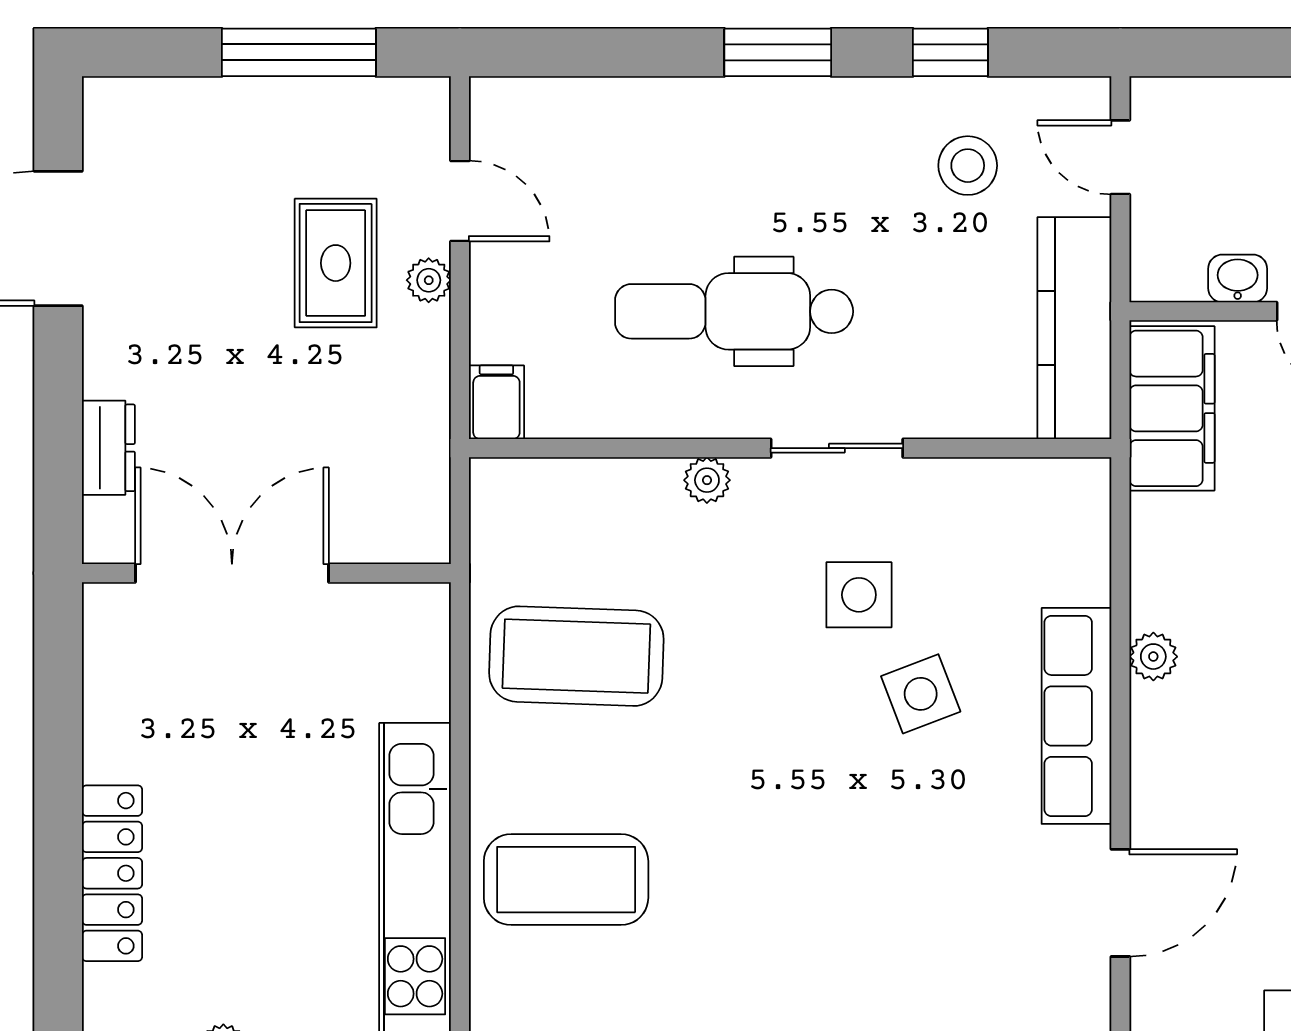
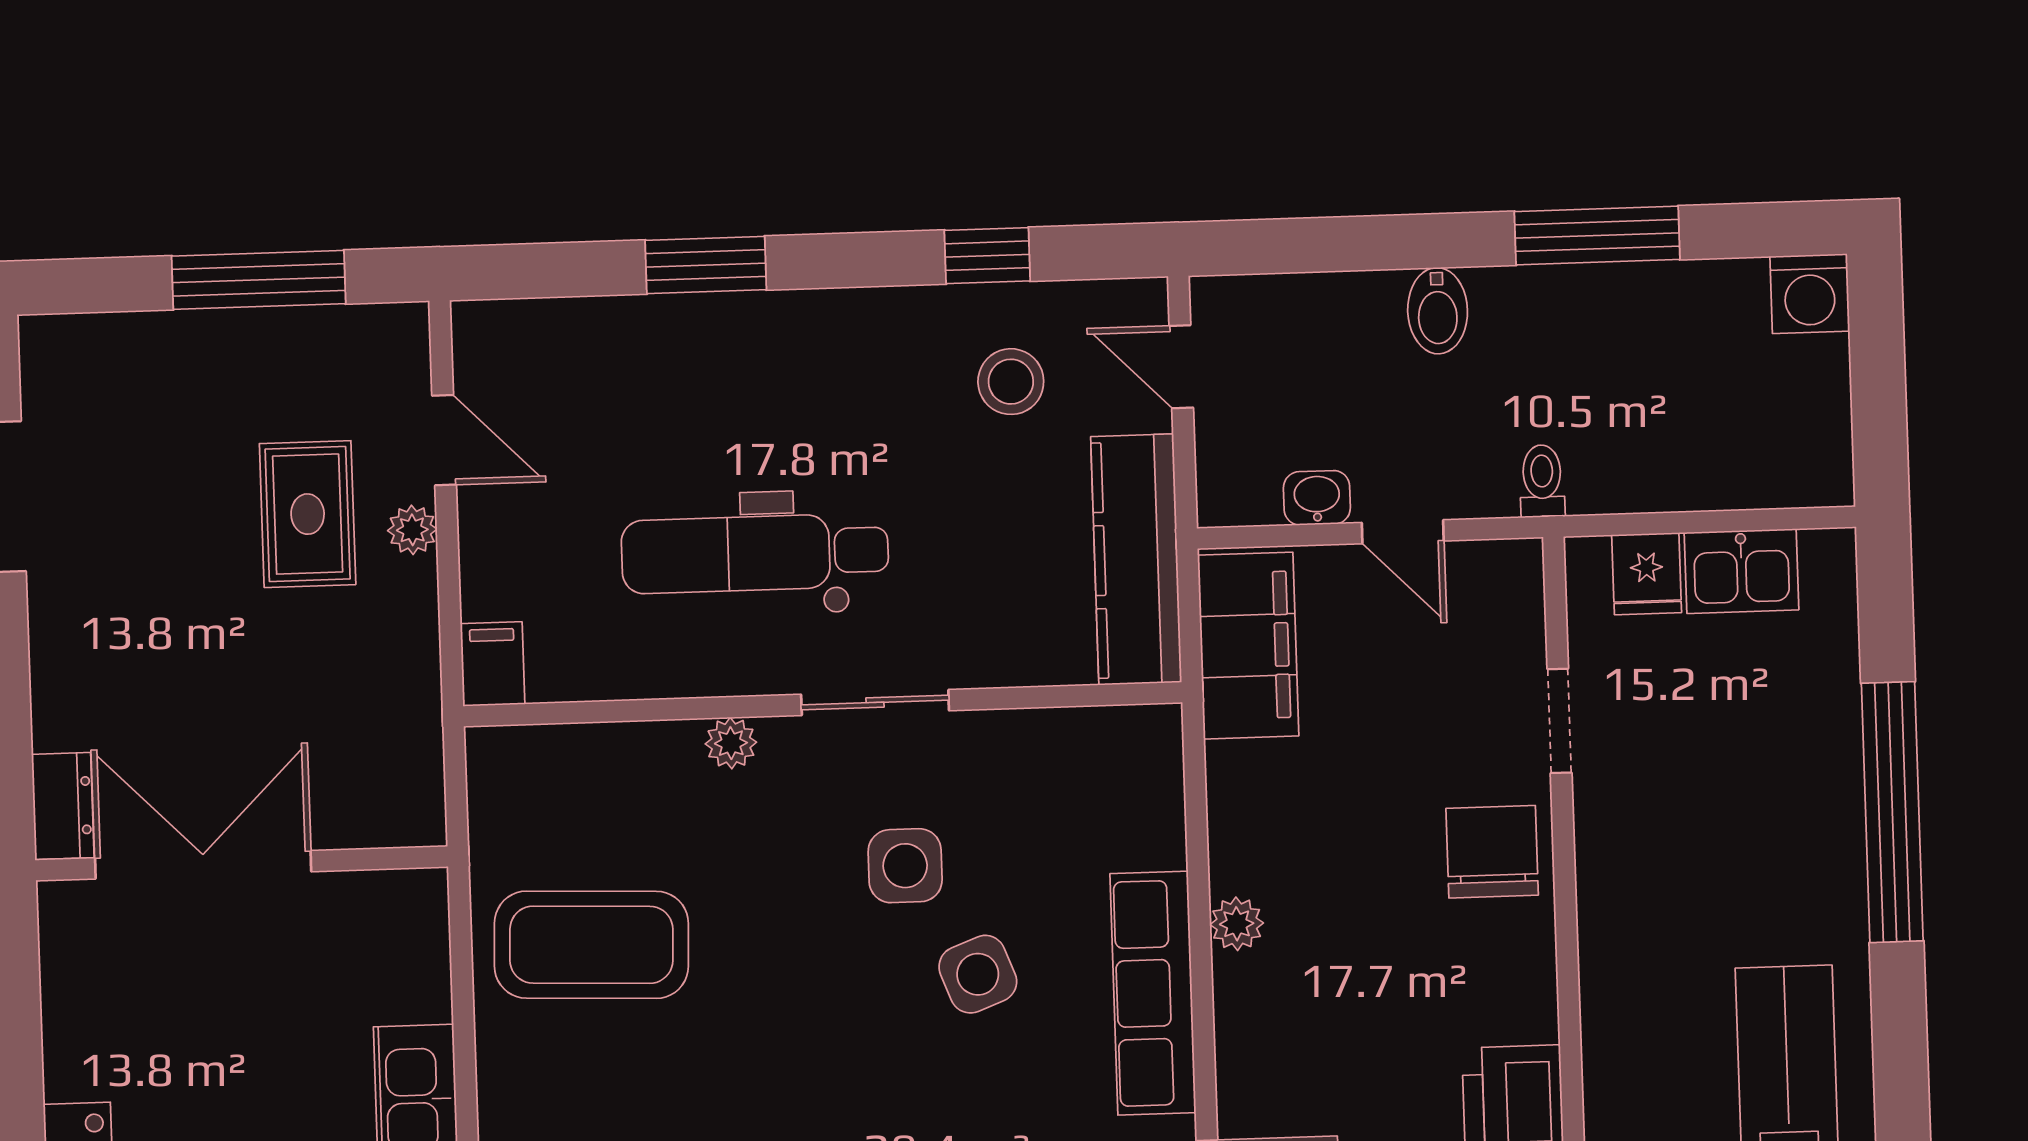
window: (778, 52) -> (706, 265), moved
dresser: (108, 448) -> (63, 806), moved

